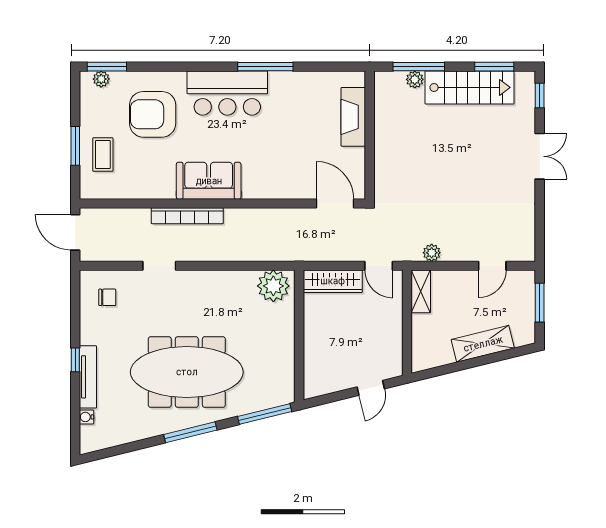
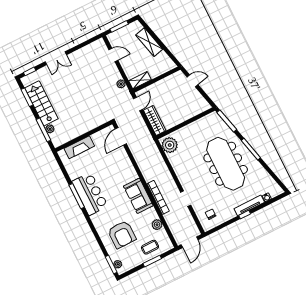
bar counter: (227, 93) -> (90, 194), moved
double door: (540, 156) -> (56, 58), swing flipped
plant: (138, 189) -> (157, 225), added

